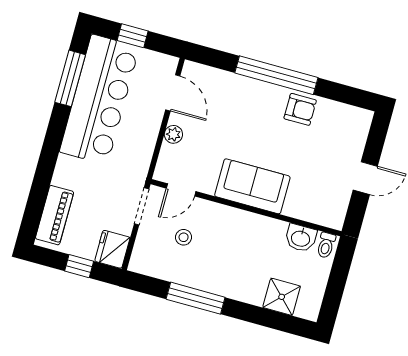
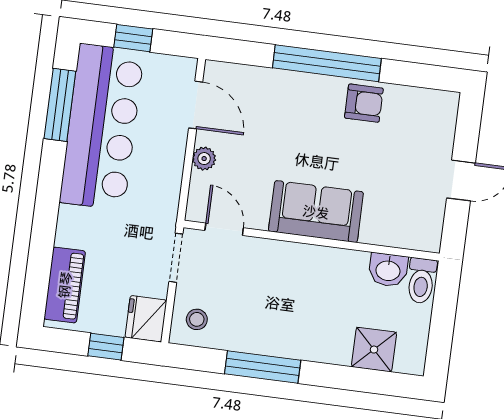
door: (181, 190) -> (224, 229), swing flipped
stool: (184, 237) -> (197, 319), moved
toilet: (326, 245) -> (421, 281), width x1.37, depth x1.39

